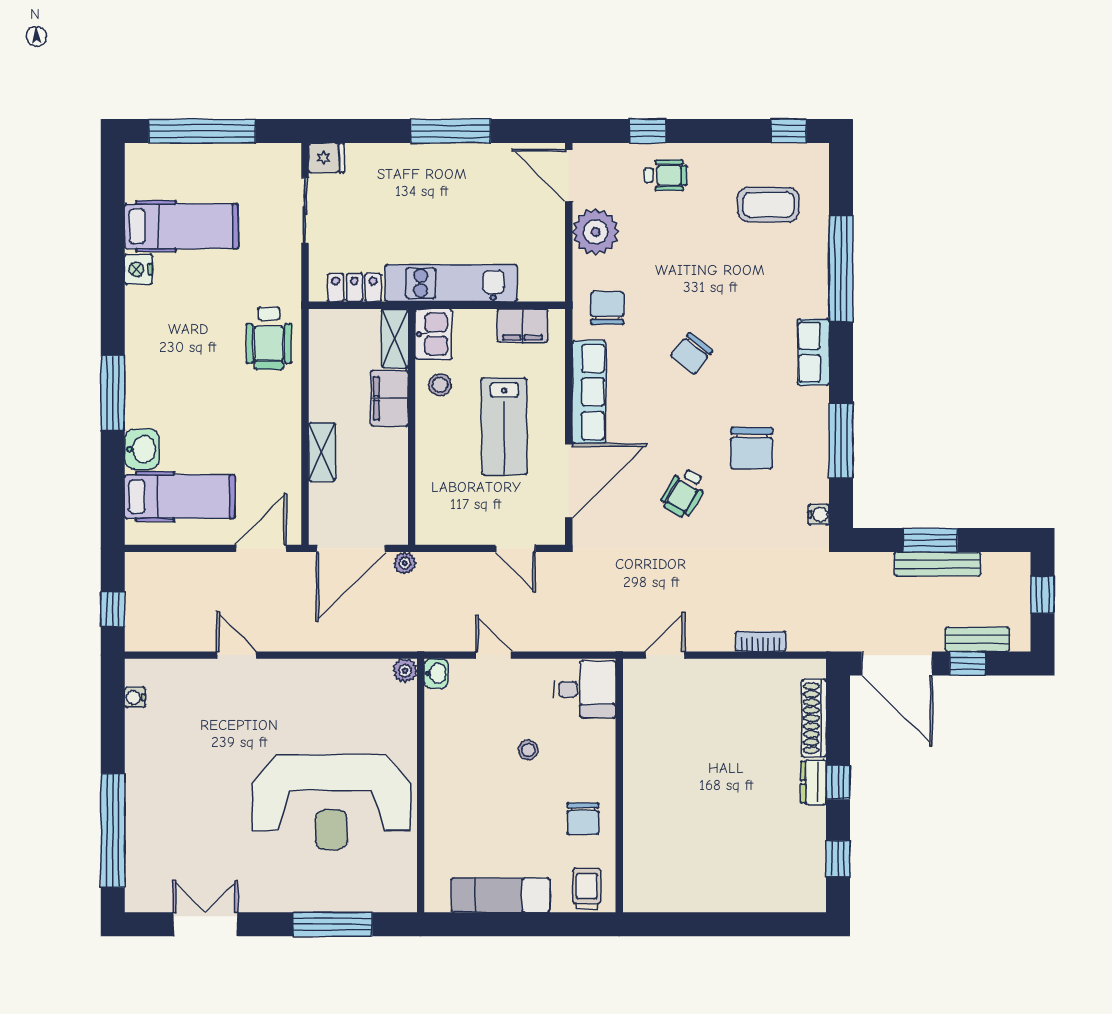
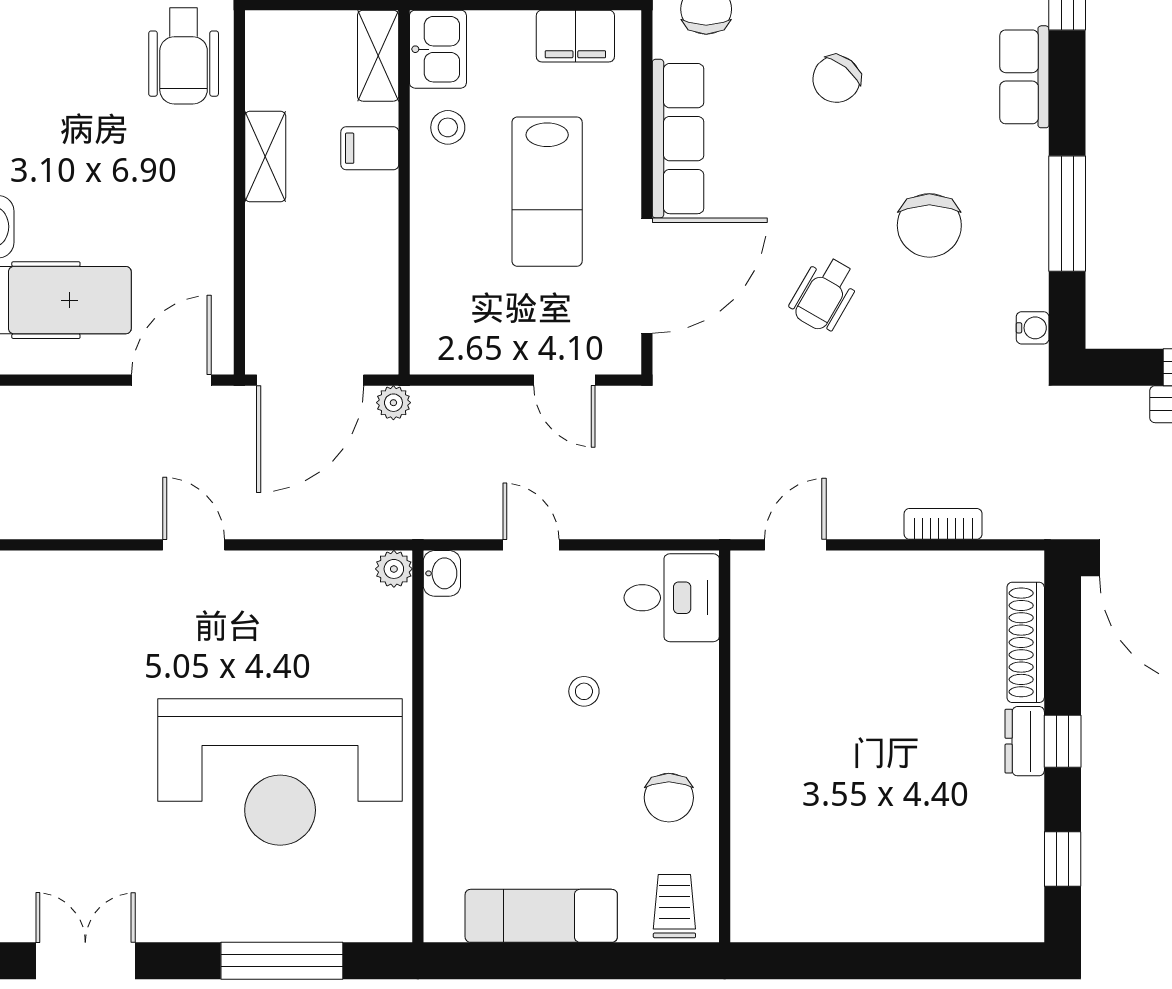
filing cabinet: (389, 398) -> (370, 148), width x0.50
shelving: (322, 452) -> (265, 156), moved
door: (237, 655) -> (194, 545), moved

